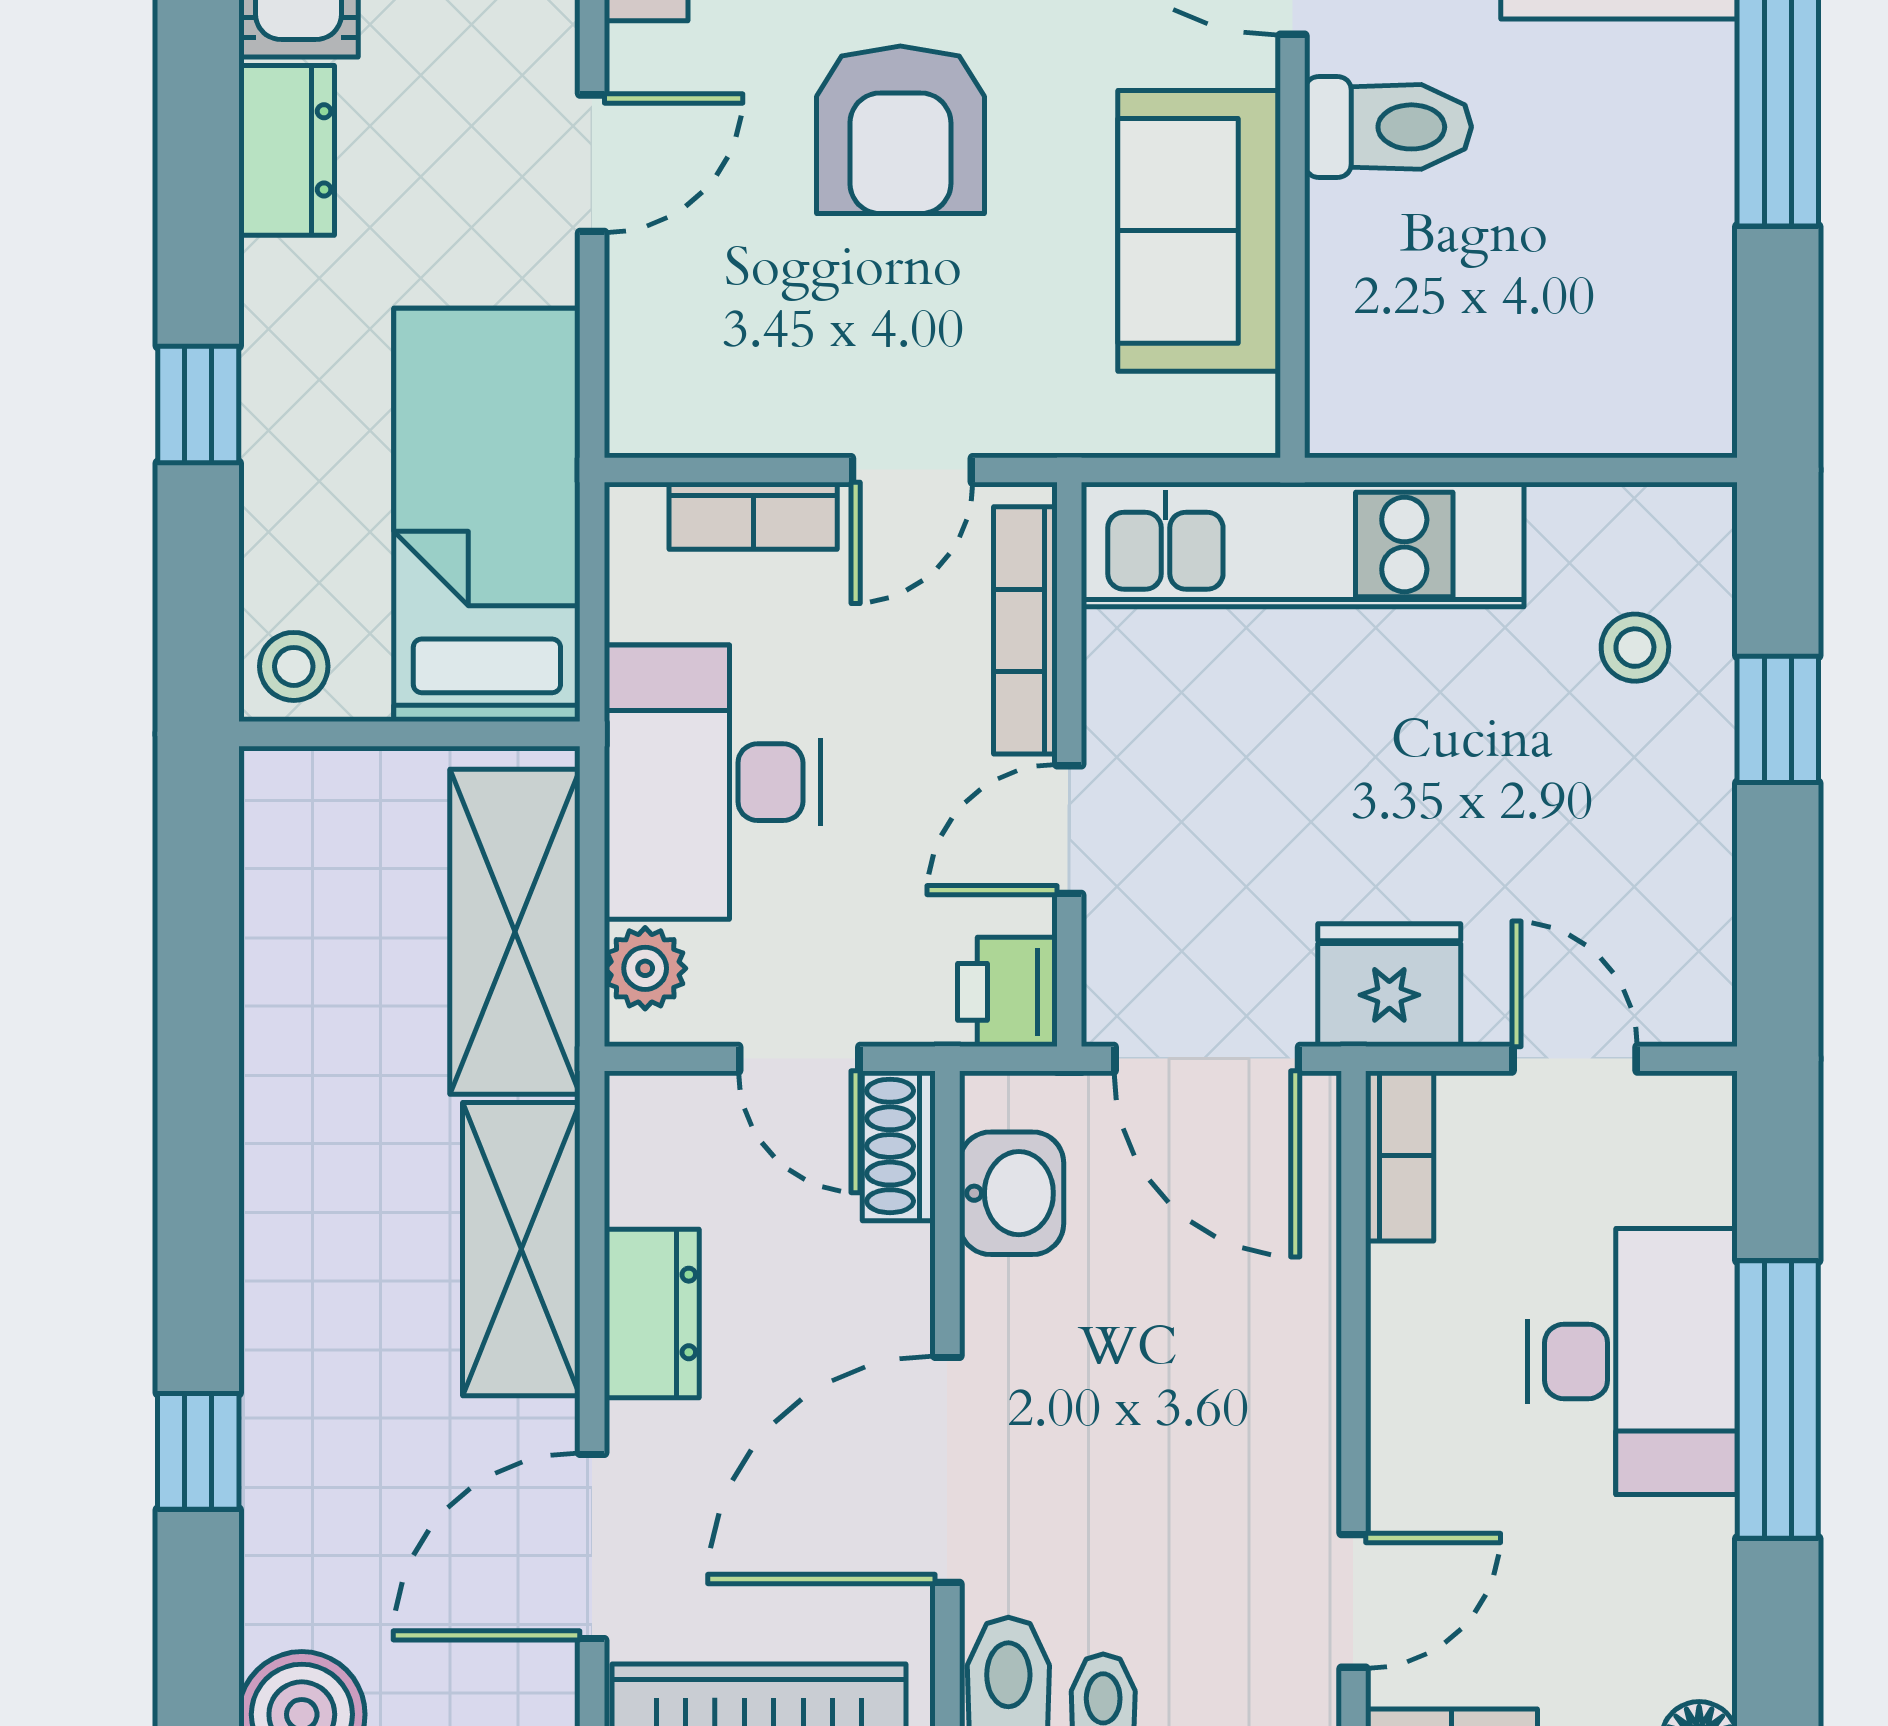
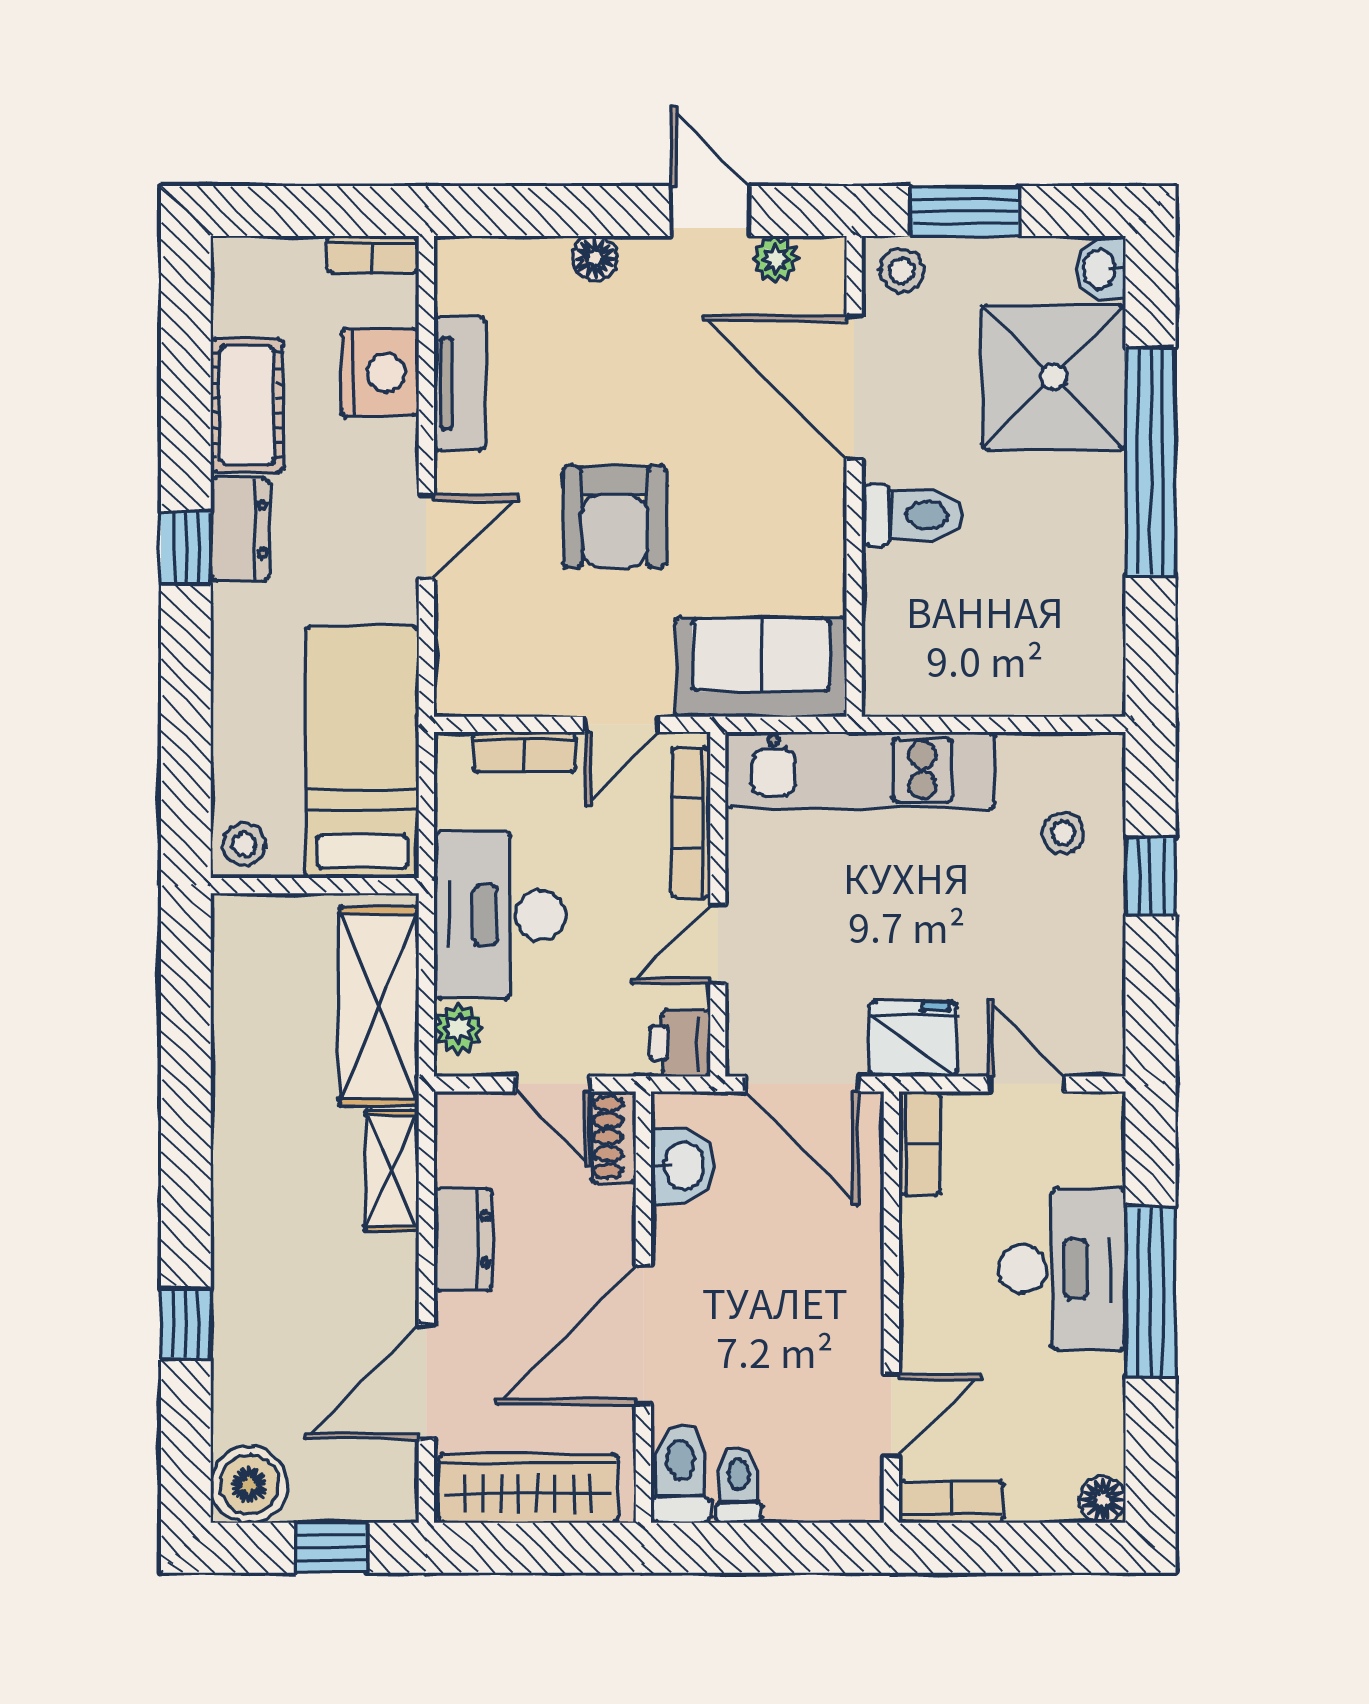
sofa: (1199, 231) -> (761, 667), moved, turned 90
window: (198, 404) -> (186, 548), moved
shelving: (521, 1249) -> (392, 1170), width x0.67, depth x0.75

